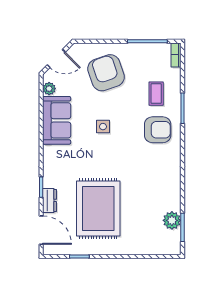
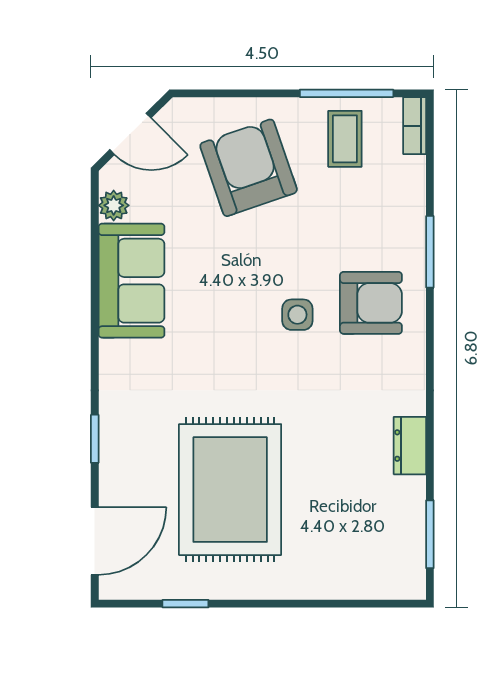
coffee table: (156, 94) -> (345, 139), moved
side table: (103, 127) -> (297, 315), moved
dresser: (50, 200) -> (410, 446), moved, turned 180
plant: (172, 220) -> (405, 518), removed
door: (41, 230) -> (95, 541), hinge flipped

